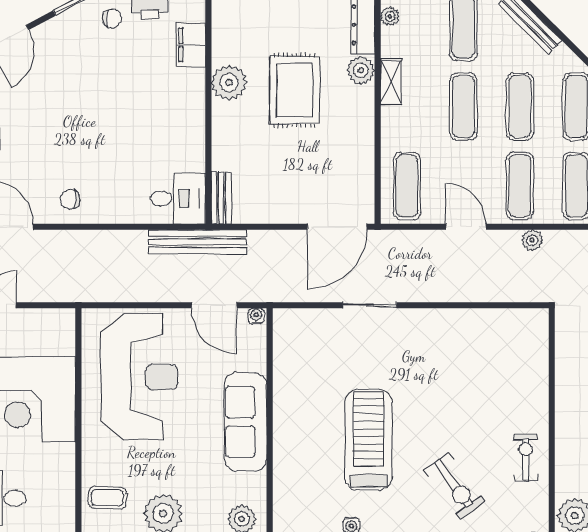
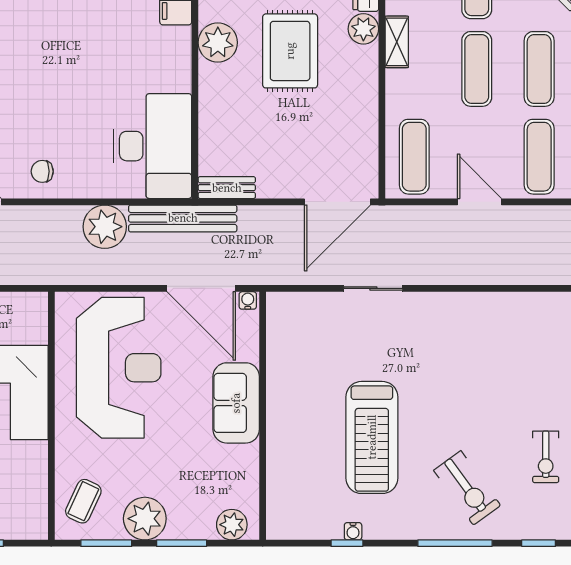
desk: (178, 198) -> (152, 146), width x1.87, depth x1.30
bench: (221, 198) -> (227, 188), moved, turned 90
plant: (532, 240) -> (105, 227), moved, width x1.87, depth x1.87
door: (214, 305) -> (201, 288), width x1.36
sofa: (246, 422) -> (236, 403), width x0.73
treadmill: (368, 440) -> (372, 437), turned 180
exercise bike: (526, 458) -> (546, 457), turned 180
coffee table: (107, 498) -> (83, 501), turned -67

